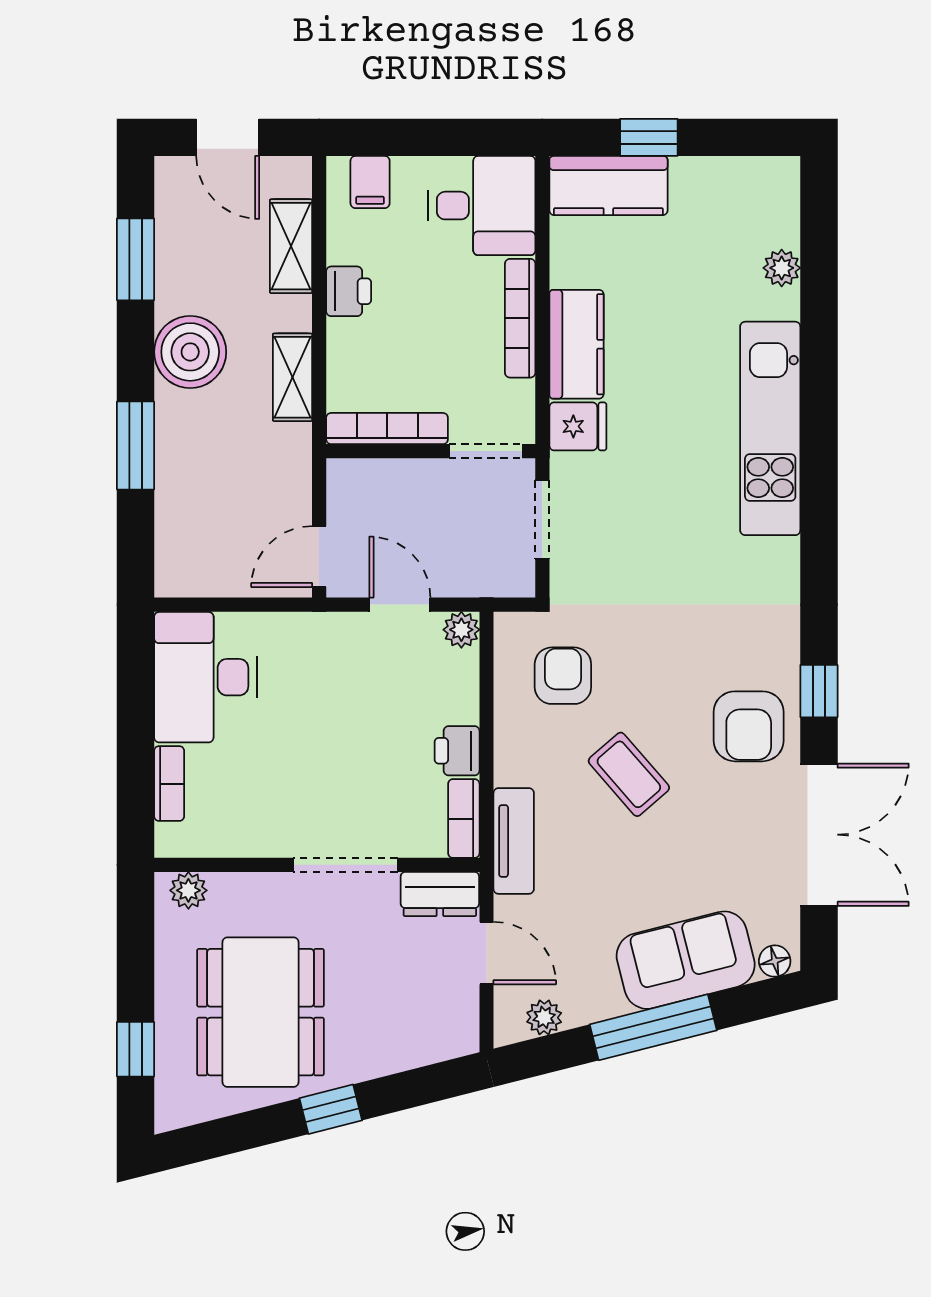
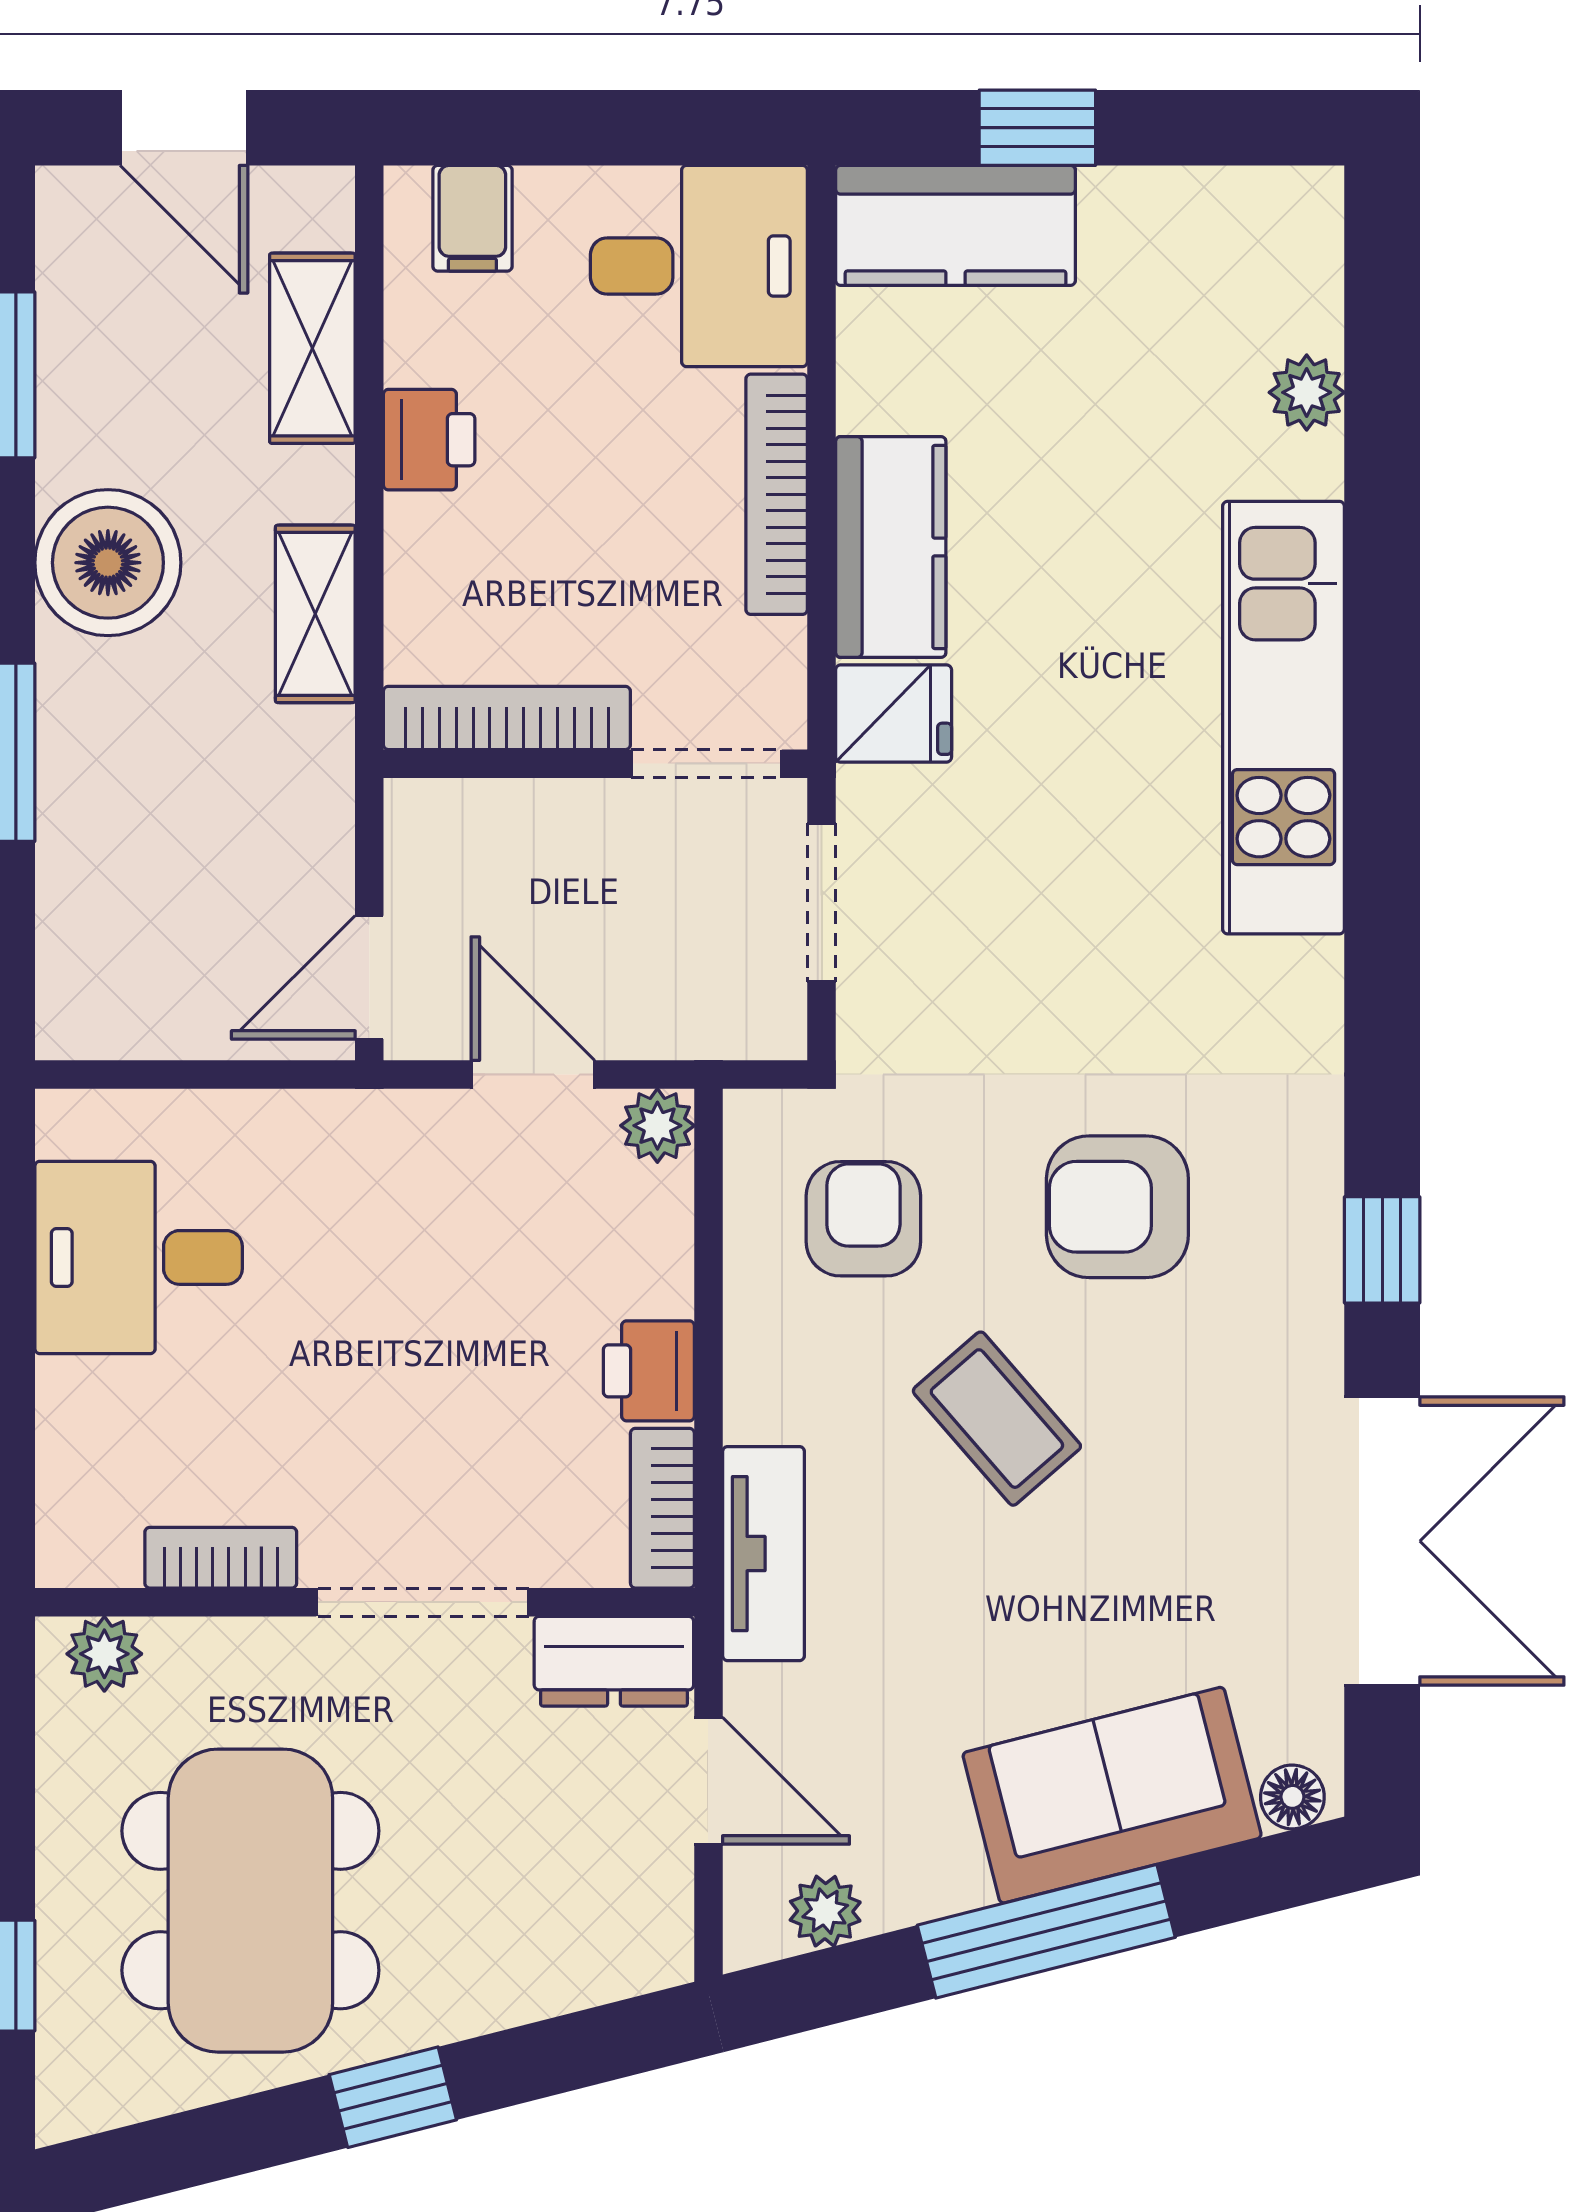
desk: (205, 677) -> (139, 1257), width x0.73
armchair: (749, 726) -> (1117, 1207), moved, turned 90
bookcase: (169, 784) -> (221, 1558), moved, turned -90

